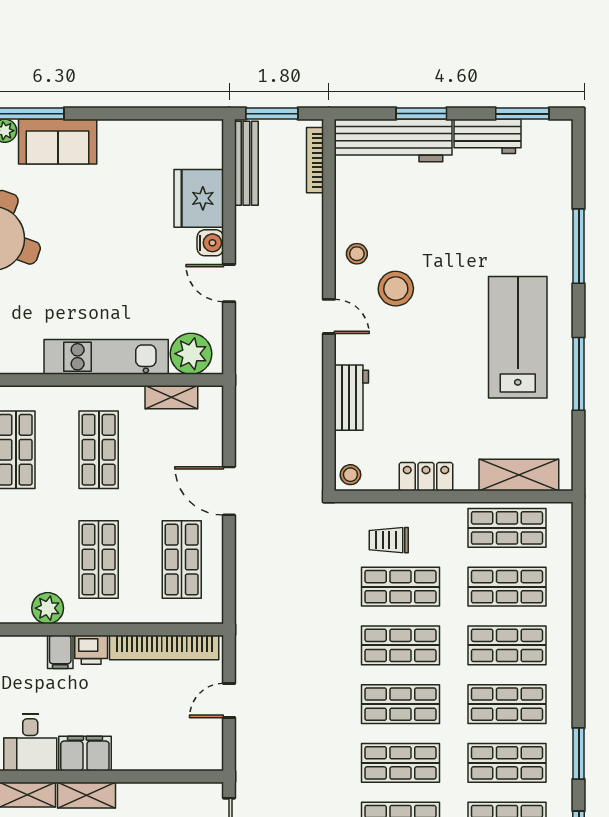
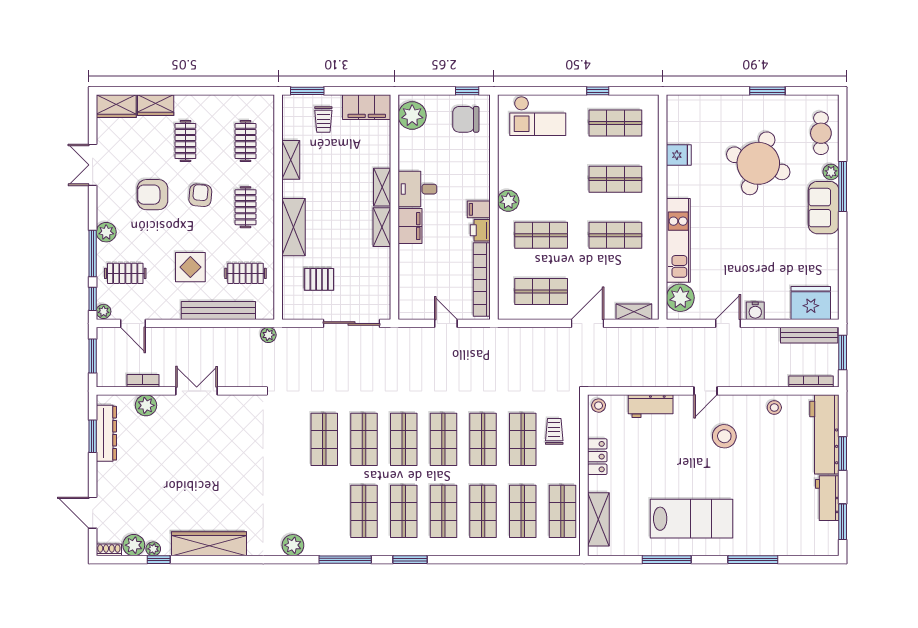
fridge: (199, 198) -> (811, 303), moved
stool: (357, 254) -> (774, 408), moved
shelving: (171, 397) -> (634, 312), moved, turned 90

